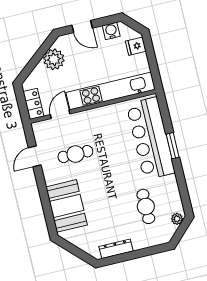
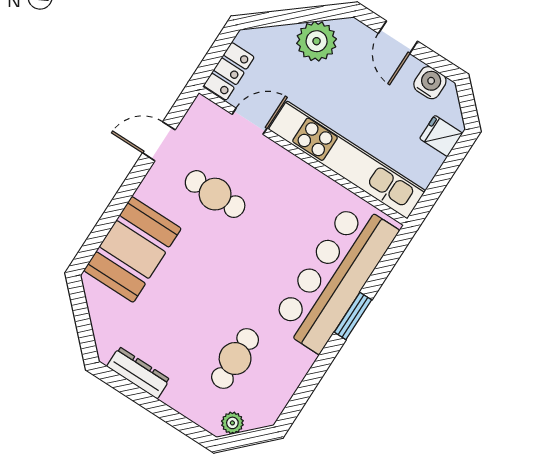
plant: (177, 219) -> (232, 423), moved

